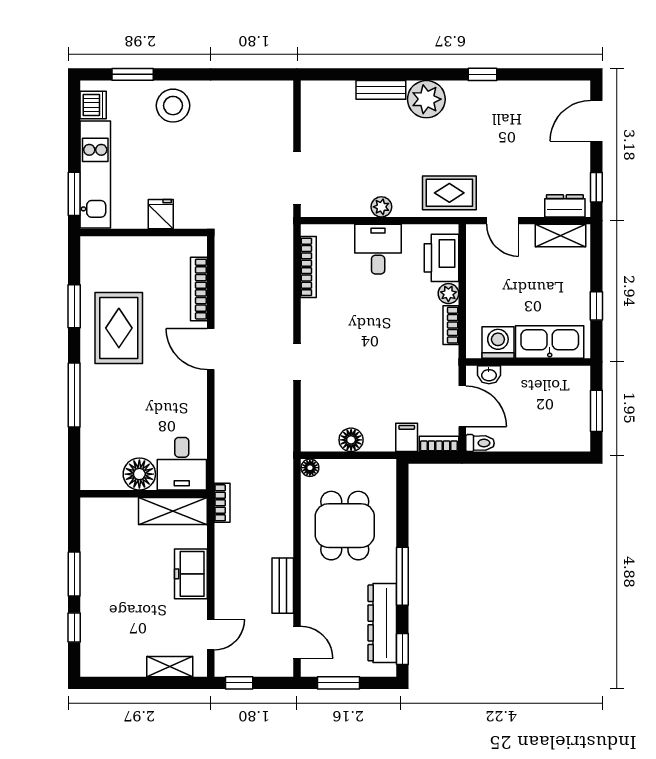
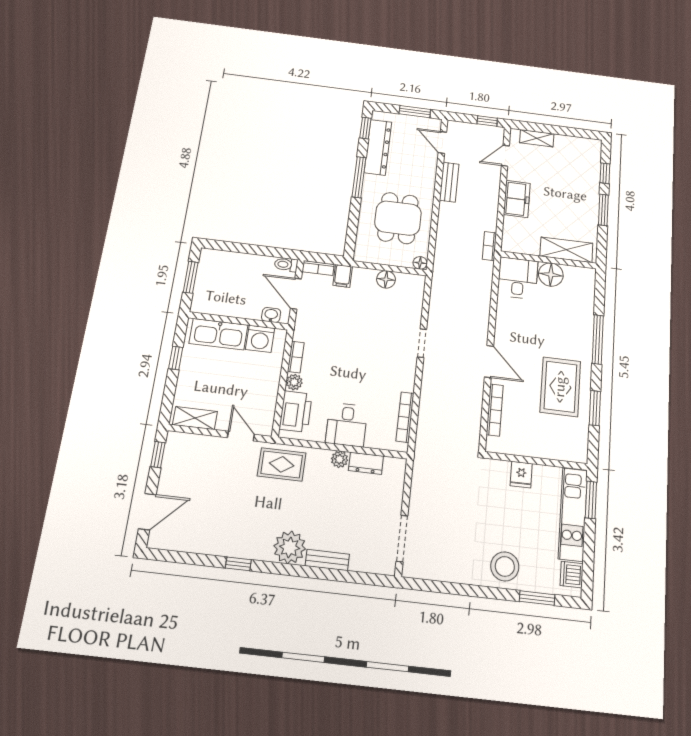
doorway: (297, 178) -> (402, 539), moved
dresser: (565, 206) -> (366, 463), moved
shelving: (173, 511) -> (566, 250), moved

